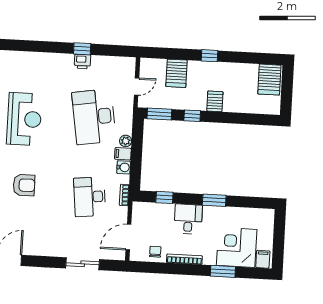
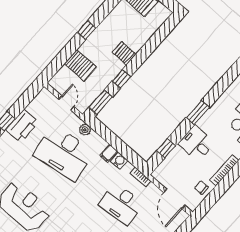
printer: (82, 61) -> (22, 126), width x1.87, depth x1.48
plant: (126, 141) -> (85, 130), moved

